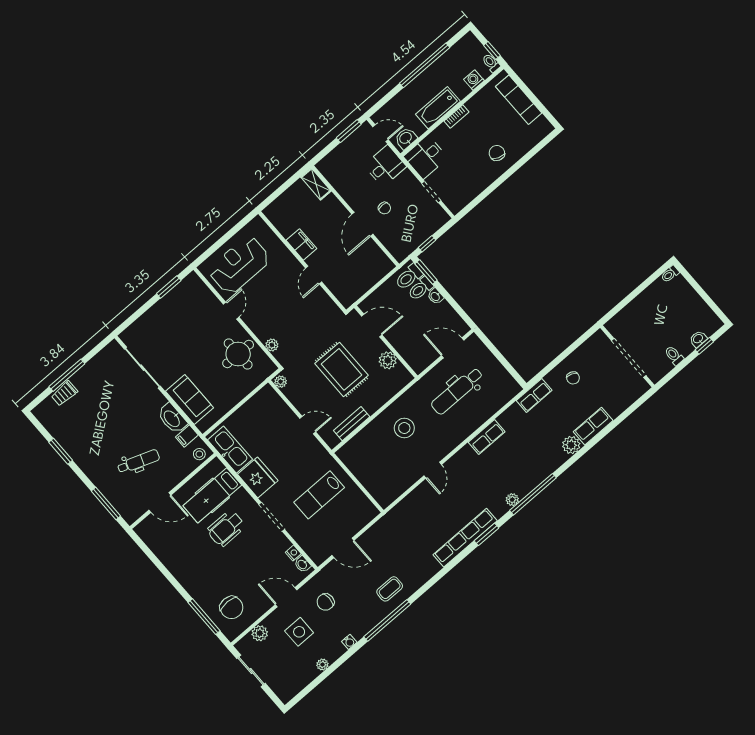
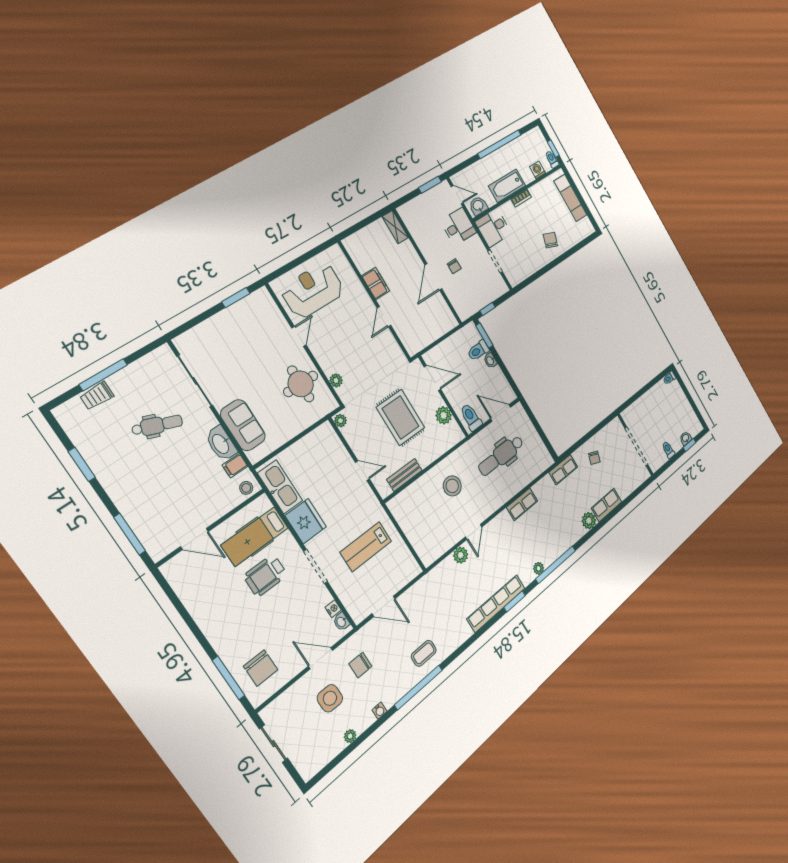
toilet: (409, 277) -> (471, 417), moved, turned 90
dental chair: (138, 462) -> (157, 425), moved
plant: (260, 633) -> (461, 555), moved

